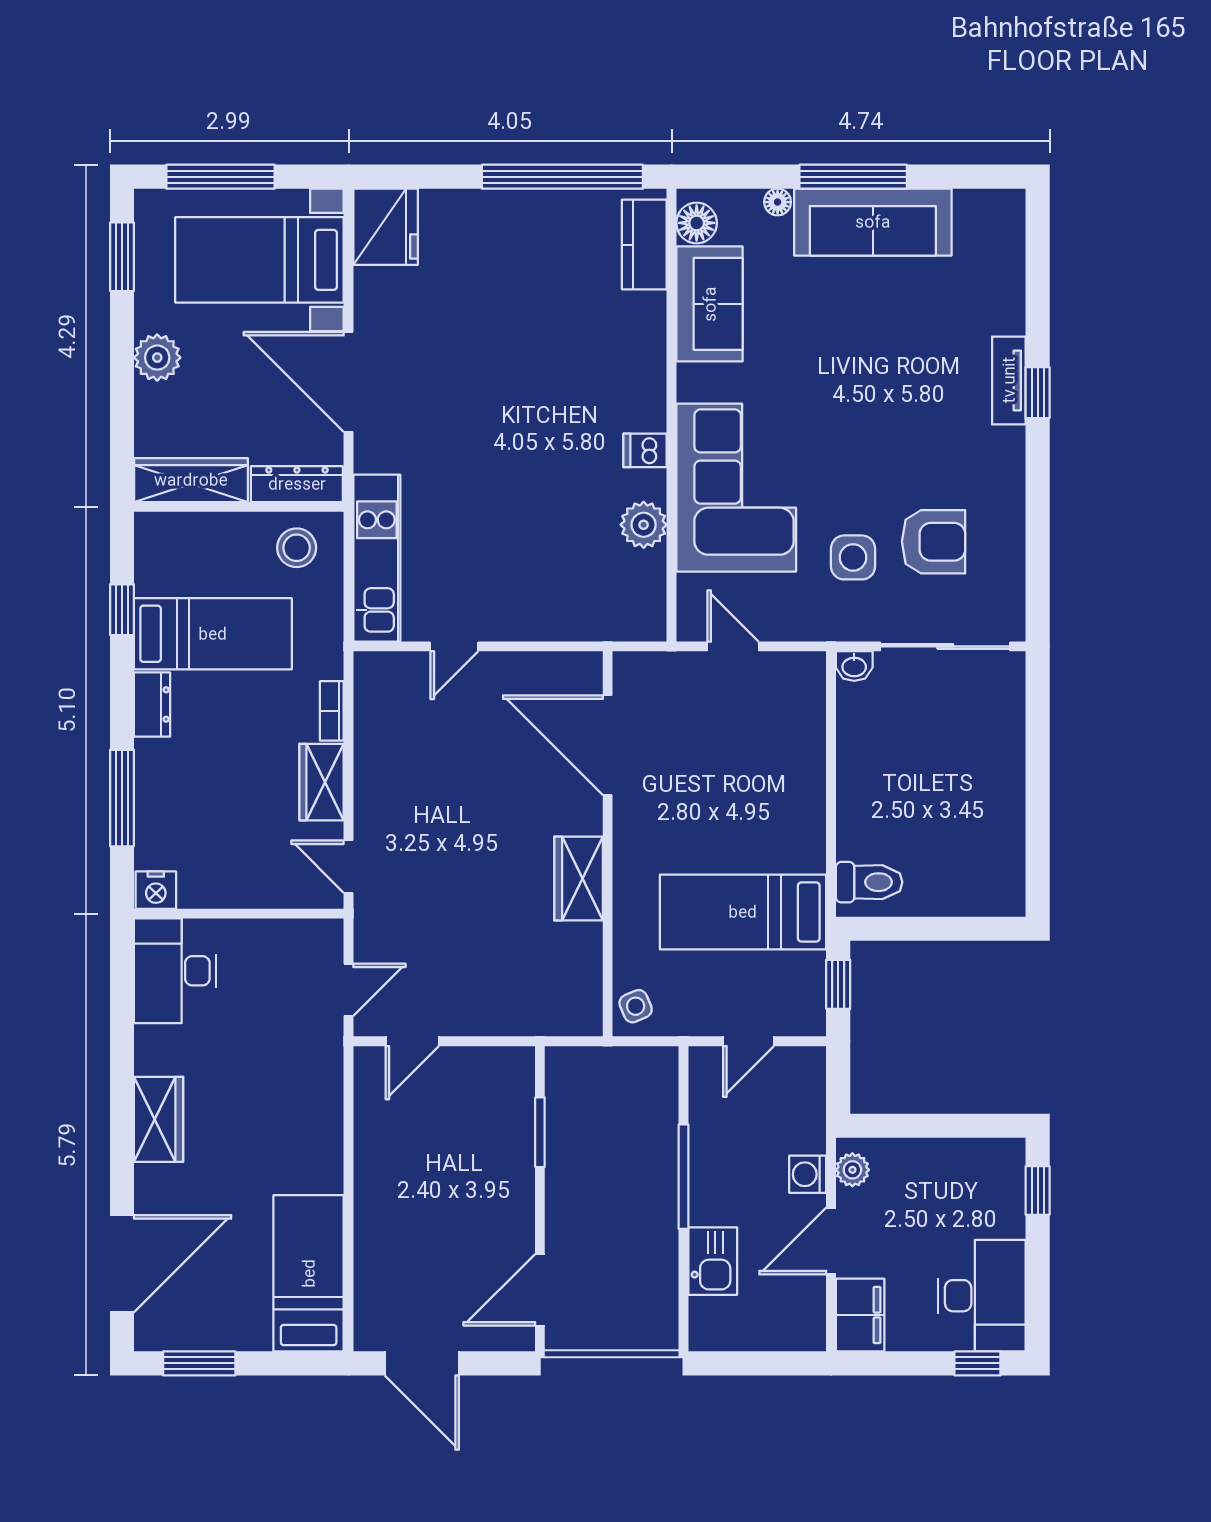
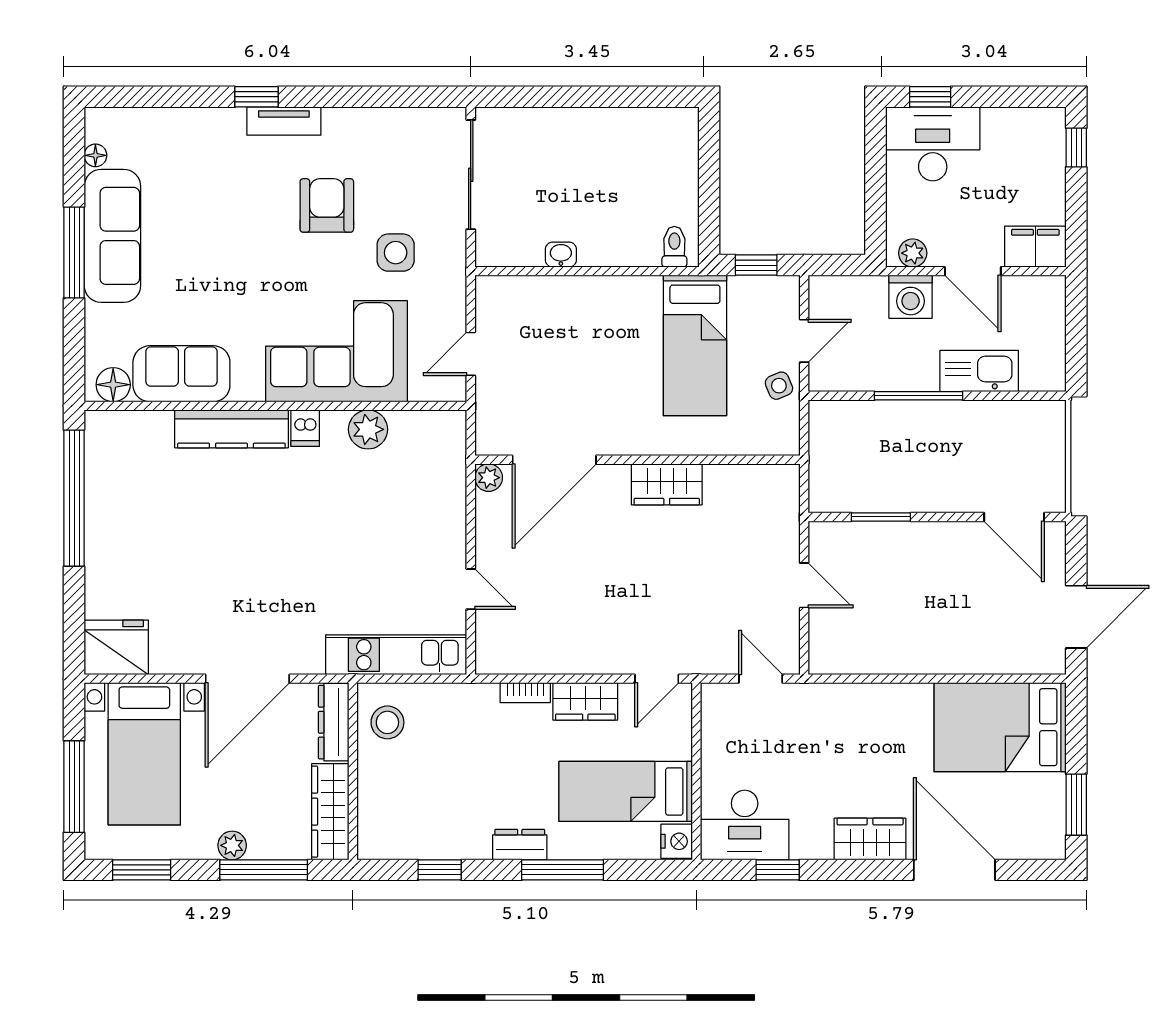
floor lamp: (778, 202) -> (95, 155), moved
kitchen counter: (644, 245) -> (231, 429), moved, width x1.50
plant: (157, 358) -> (232, 845), width x0.73, depth x0.73
tv unit: (1009, 380) -> (284, 121), moved
window: (122, 401) -> (264, 870), added
armchair: (934, 542) -> (327, 205), moved
bed: (213, 634) -> (626, 791), moved, turned -90
washbasin: (854, 666) -> (561, 255), moved, turned -90
plant: (587, 668) -> (489, 478), added
window: (122, 798) -> (562, 870), moved
toilet: (869, 882) -> (674, 247), width x0.73, depth x0.72
side table: (636, 1006) -> (779, 386), moved
window: (122, 1010) -> (778, 870), added
door: (412, 1041) -> (804, 585), moved
door: (749, 1041) -> (804, 341), hinge flipped
washing machine: (808, 1174) -> (911, 297), width x1.38, depth x1.38
kitchen sink: (713, 1261) -> (979, 371), width x1.38
door: (122, 1264) -> (954, 870), moved
bed: (309, 1273) -> (1000, 727), width x1.50
desk: (982, 1296) -> (933, 144), moved

